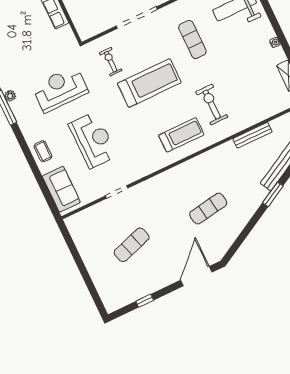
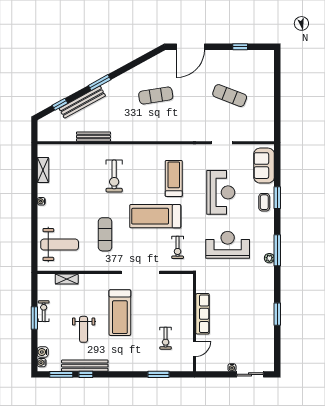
reception desk: (60, 89) -> (228, 245), turned 180
treadmill: (181, 135) -> (174, 178), moved, turned 90
reception desk: (93, 140) -> (221, 192), turned 180
window: (32, 162) -> (277, 198), added
exercise mat: (132, 245) -> (230, 96), turned 39

